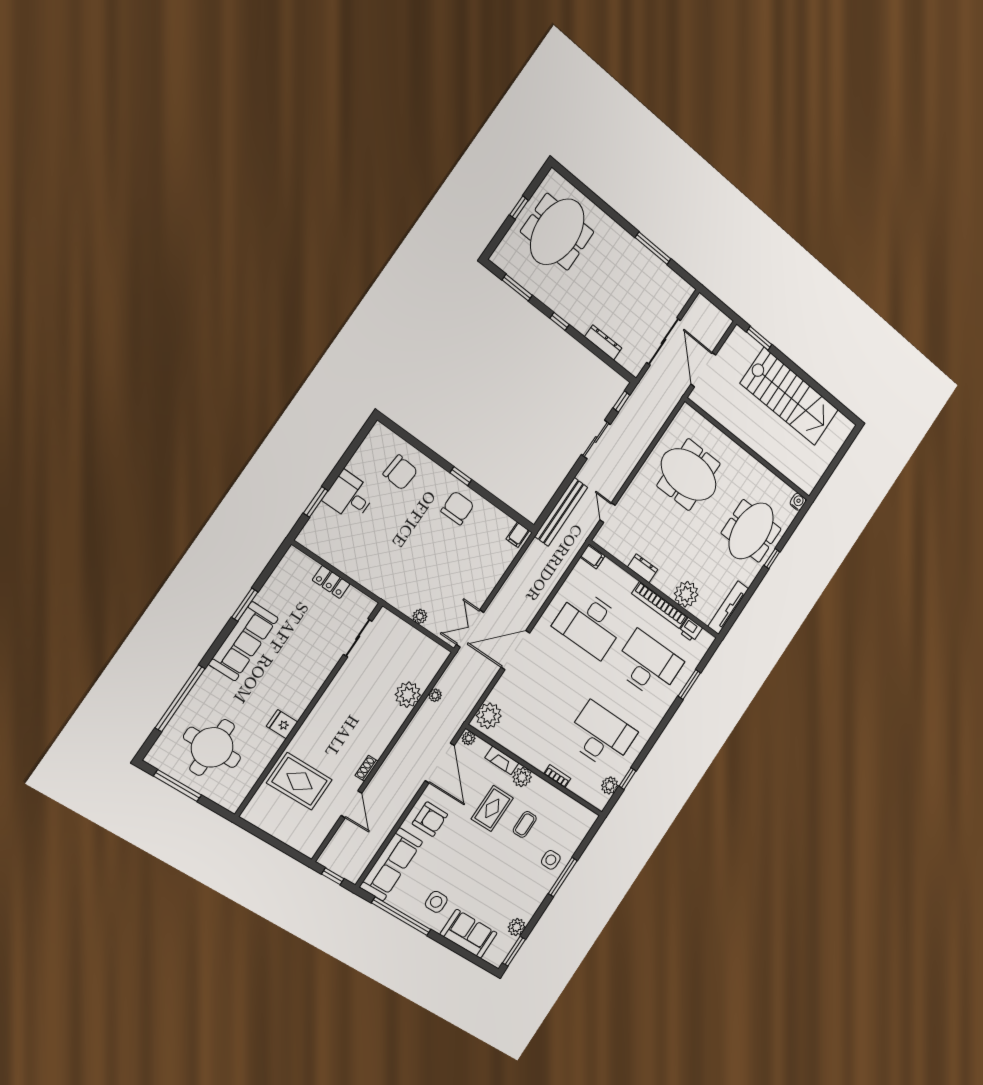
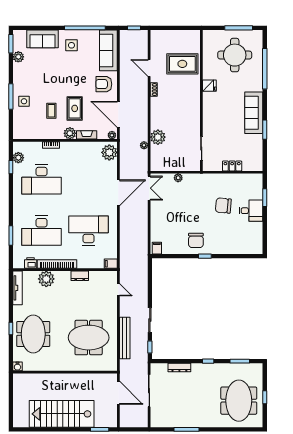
chair: (400, 472) -> (223, 206), moved
bench: (561, 512) -> (125, 338), moved

